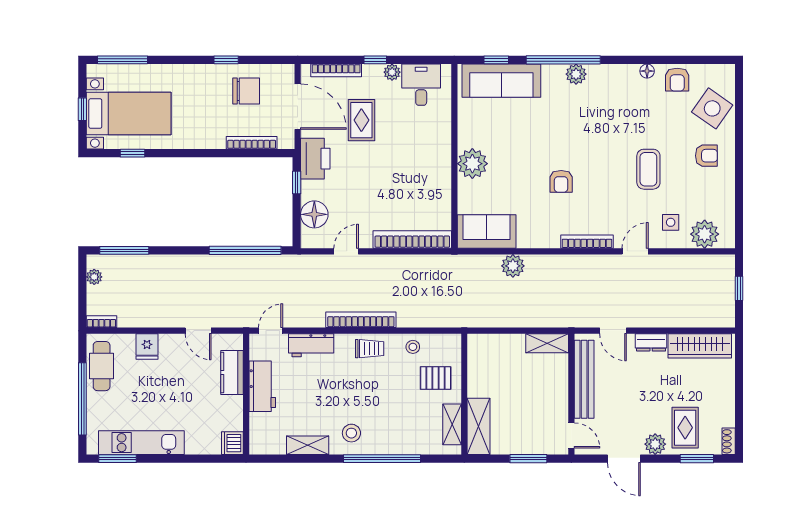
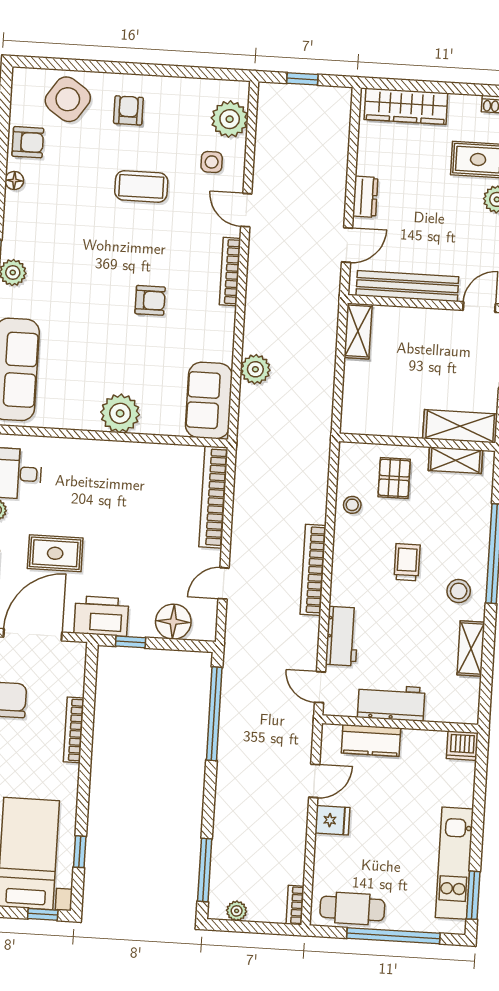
window: (82, 109) -> (43, 914), moved
bookcase: (252, 143) -> (74, 730), moved
door: (346, 251) -> (224, 583), hinge flipped
wardrobe: (700, 346) -> (406, 106), moved, turned 90
fridge: (147, 347) -> (332, 820), moved
trolley: (370, 349) -> (407, 562), moved

